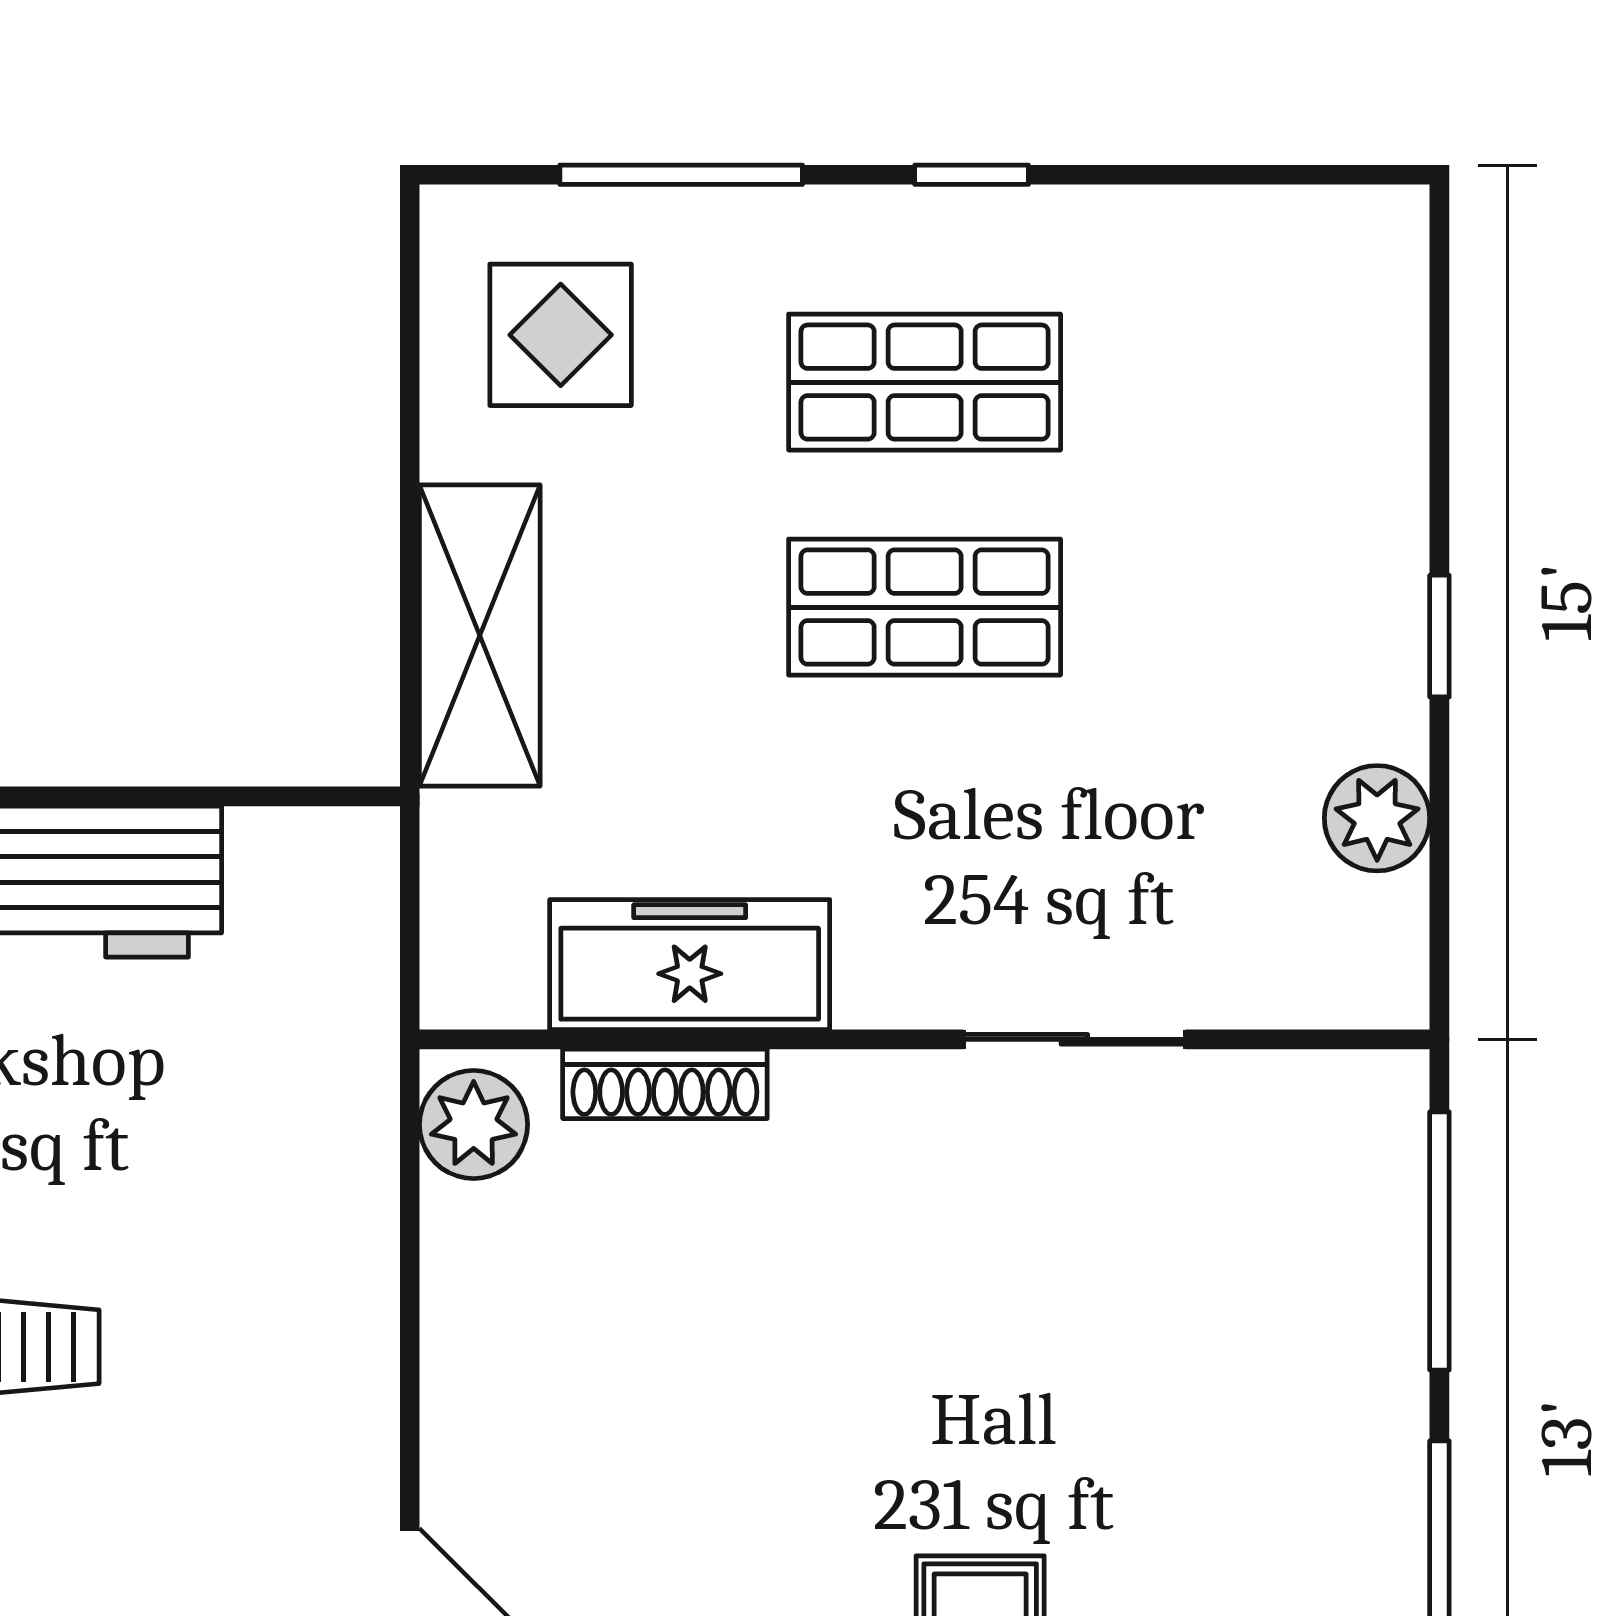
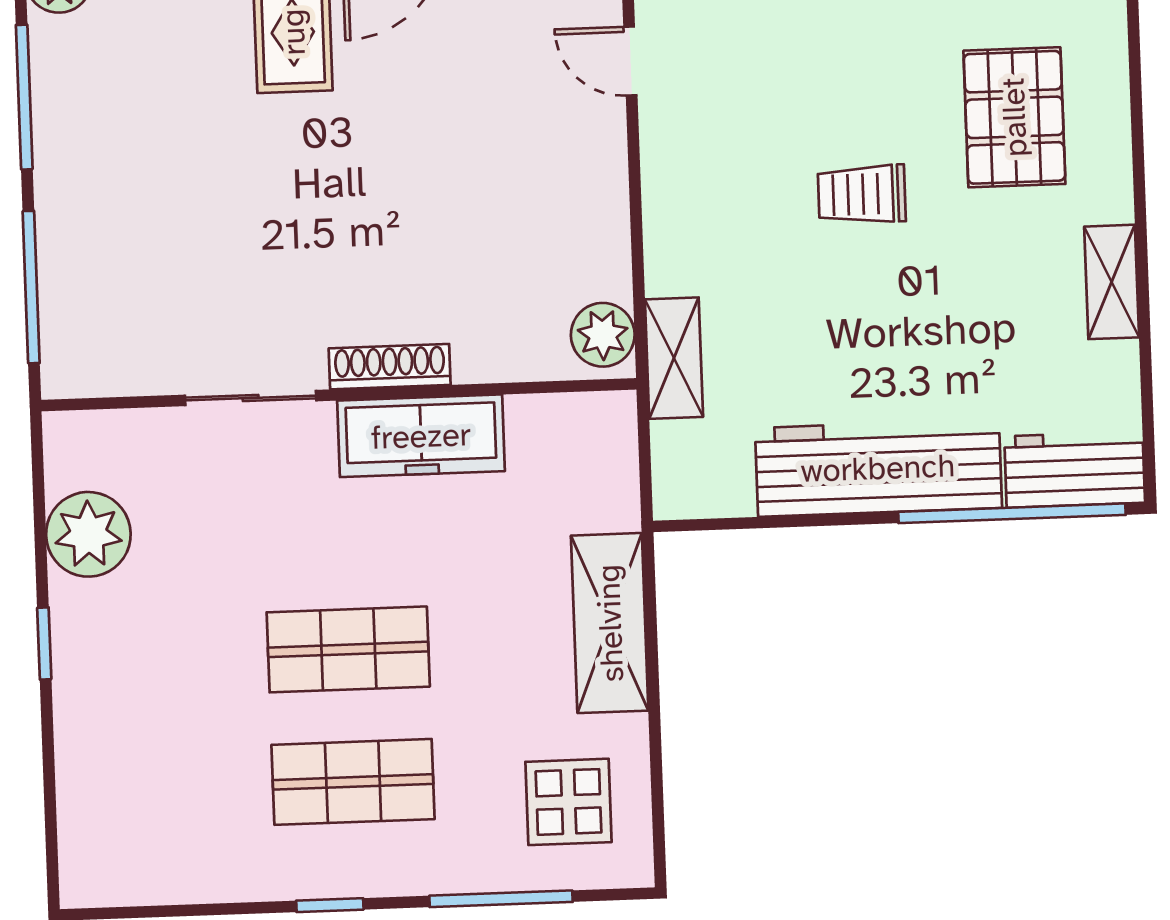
plant: (1377, 818) -> (88, 534), width x1.36, depth x1.36
freezer: (690, 965) -> (421, 436), moved
shelving: (354, 1081) -> (674, 358), added
shoe rack: (665, 1084) -> (390, 367), moved

